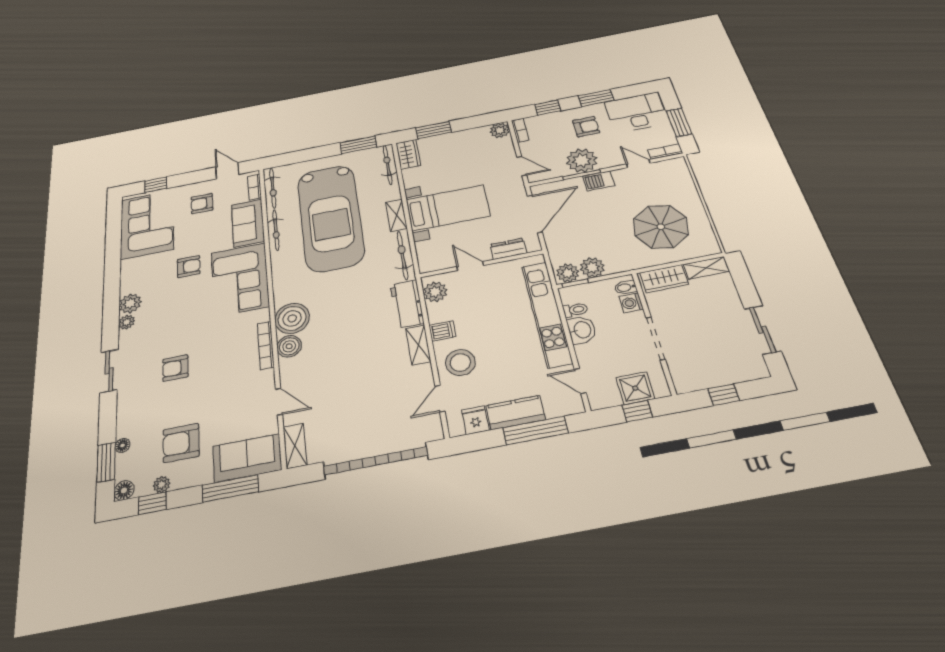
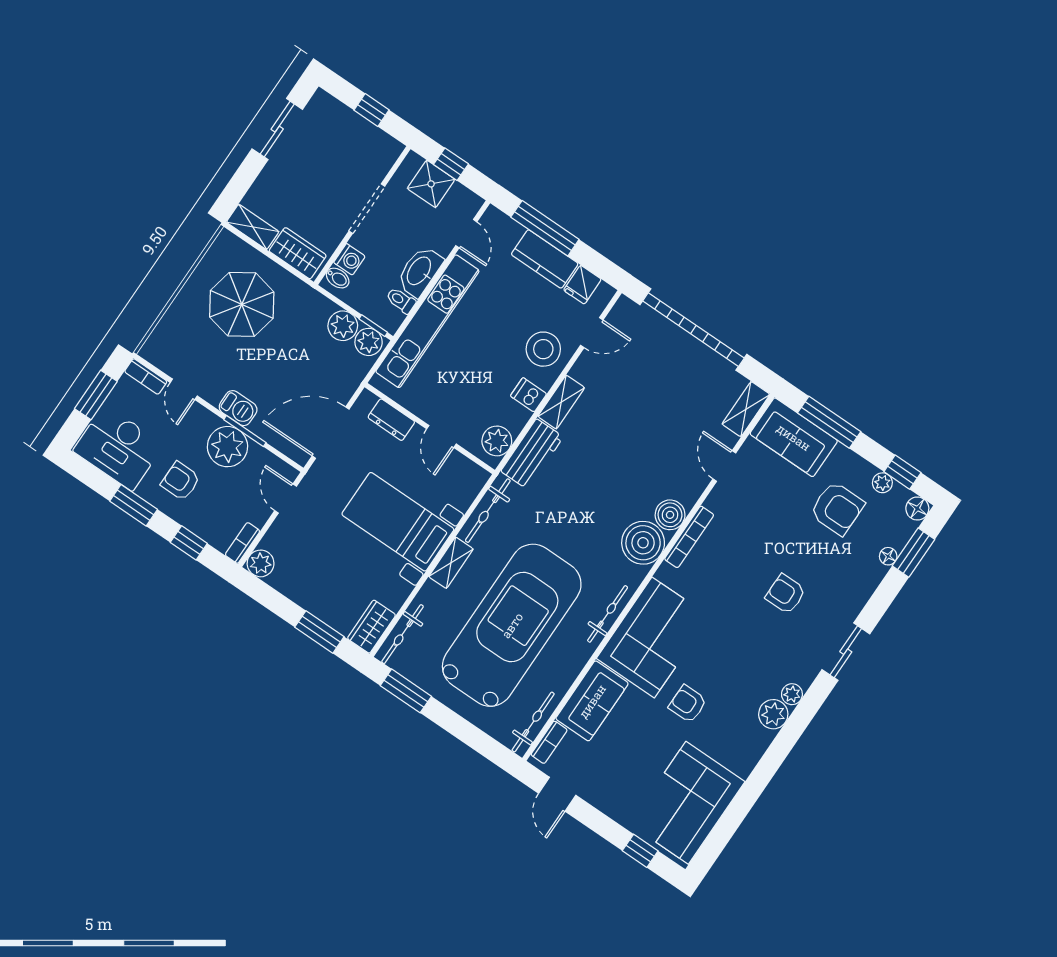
armchair: (202, 204) -> (615, 775), removed
bicycle: (276, 230) -> (608, 614), moved
washbasin: (582, 330) -> (420, 271), width x1.38
armchair: (175, 368) -> (786, 594), turned 180

